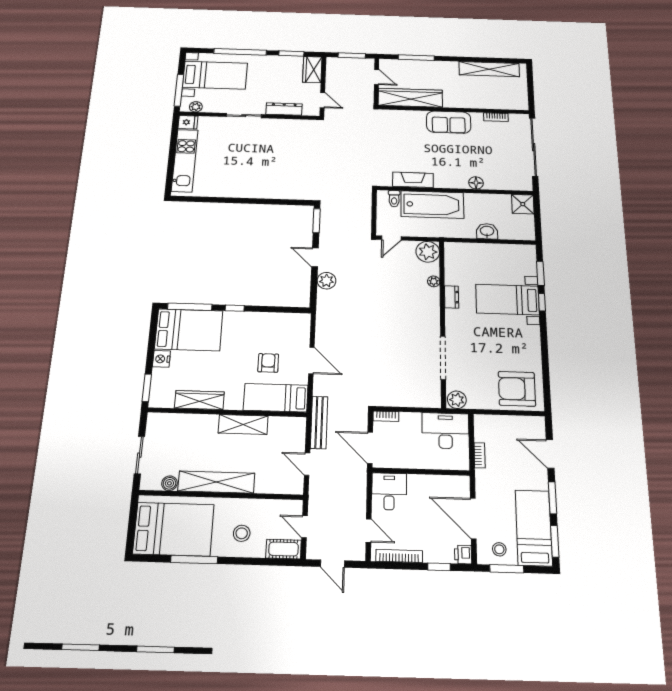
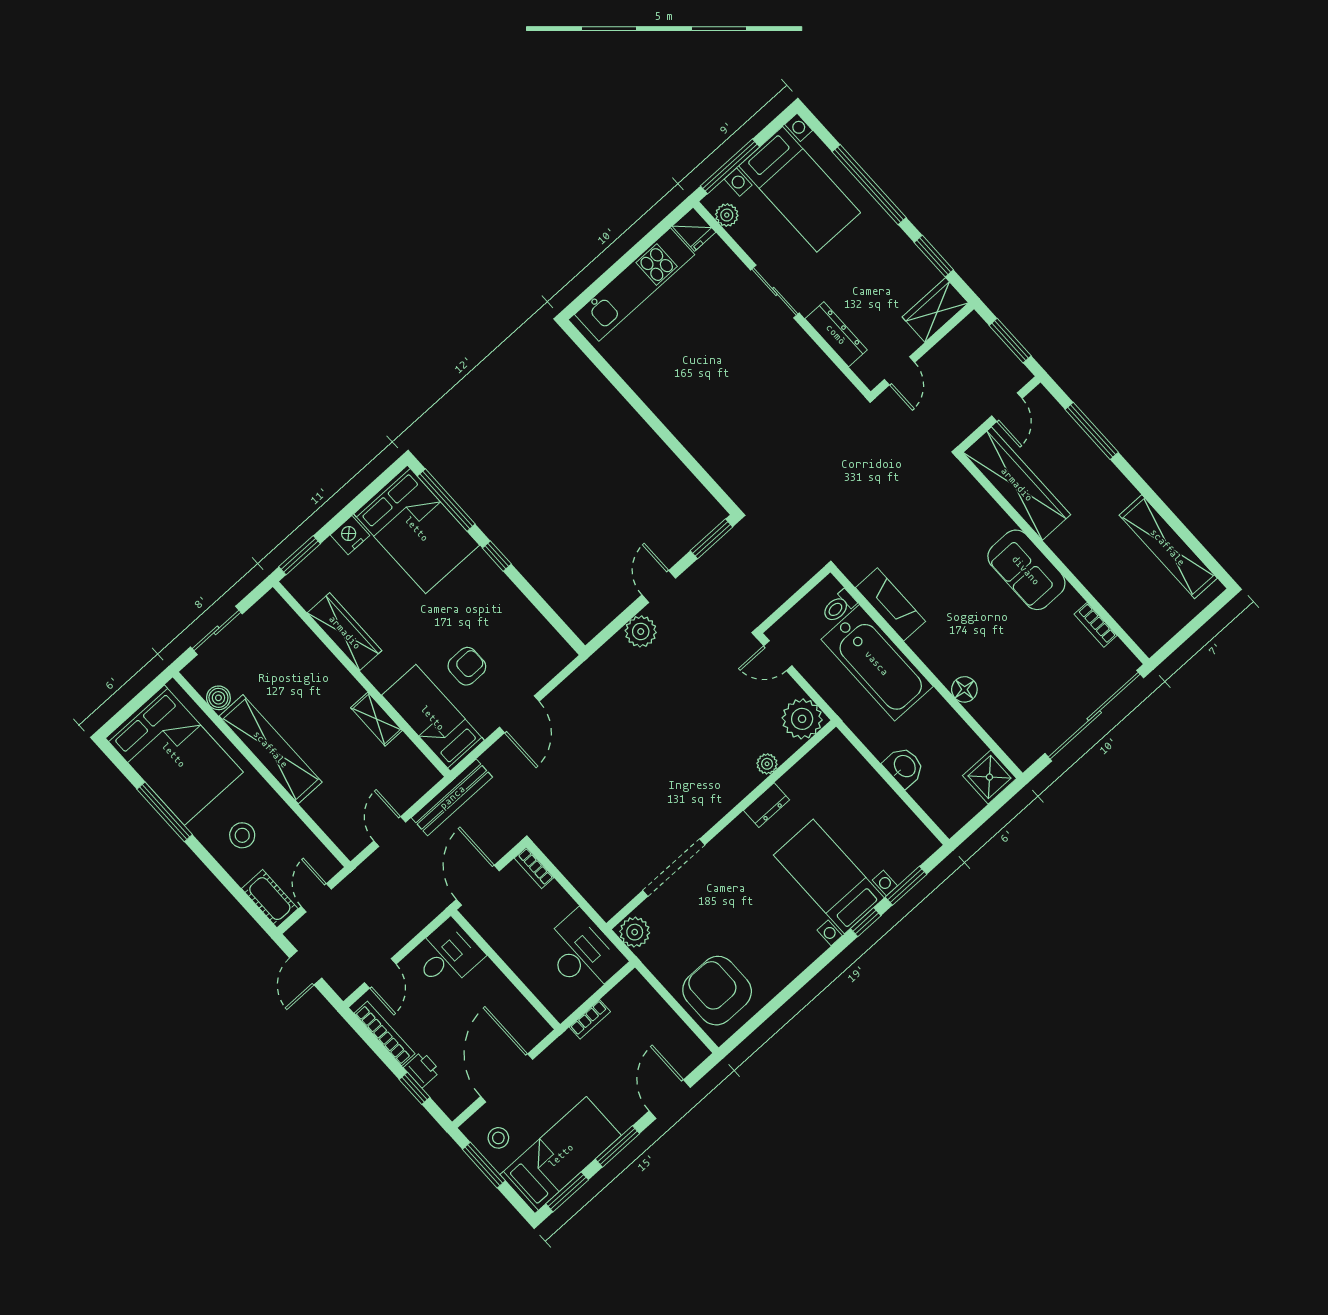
shelving: (243, 424) -> (376, 719), width x0.67, depth x0.75
printer: (463, 554) -> (422, 1069), moved, turned 90

